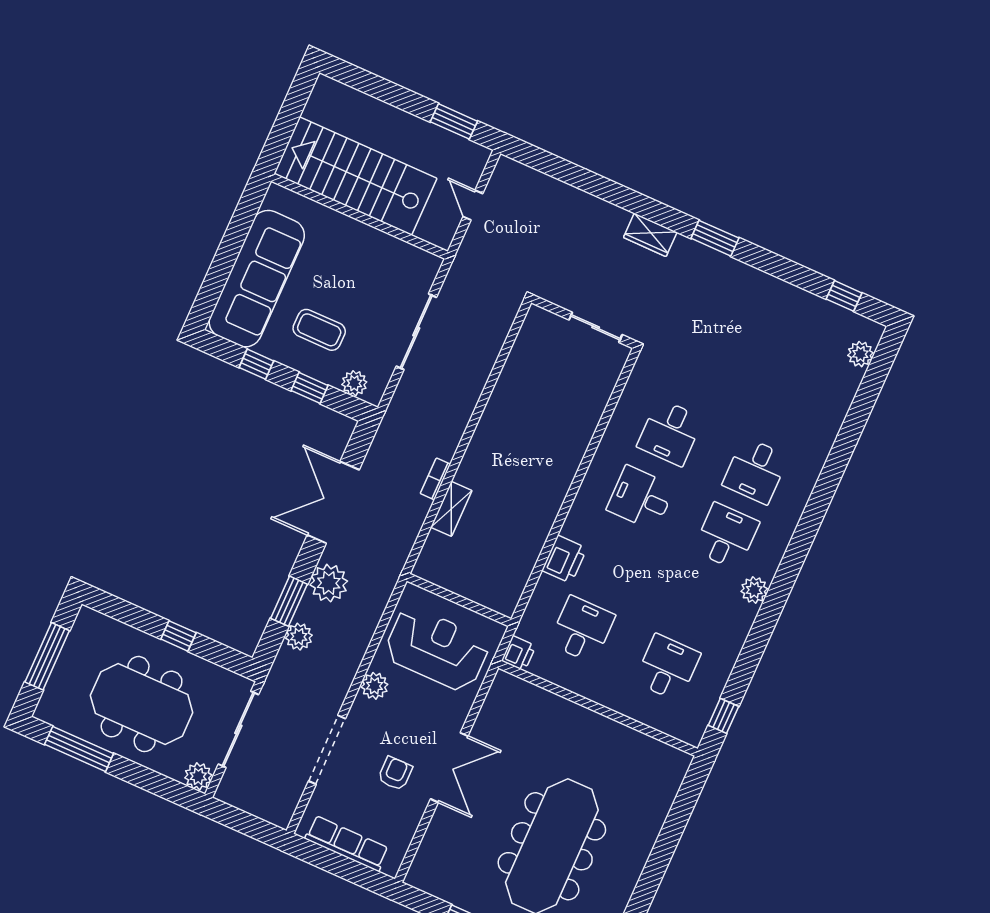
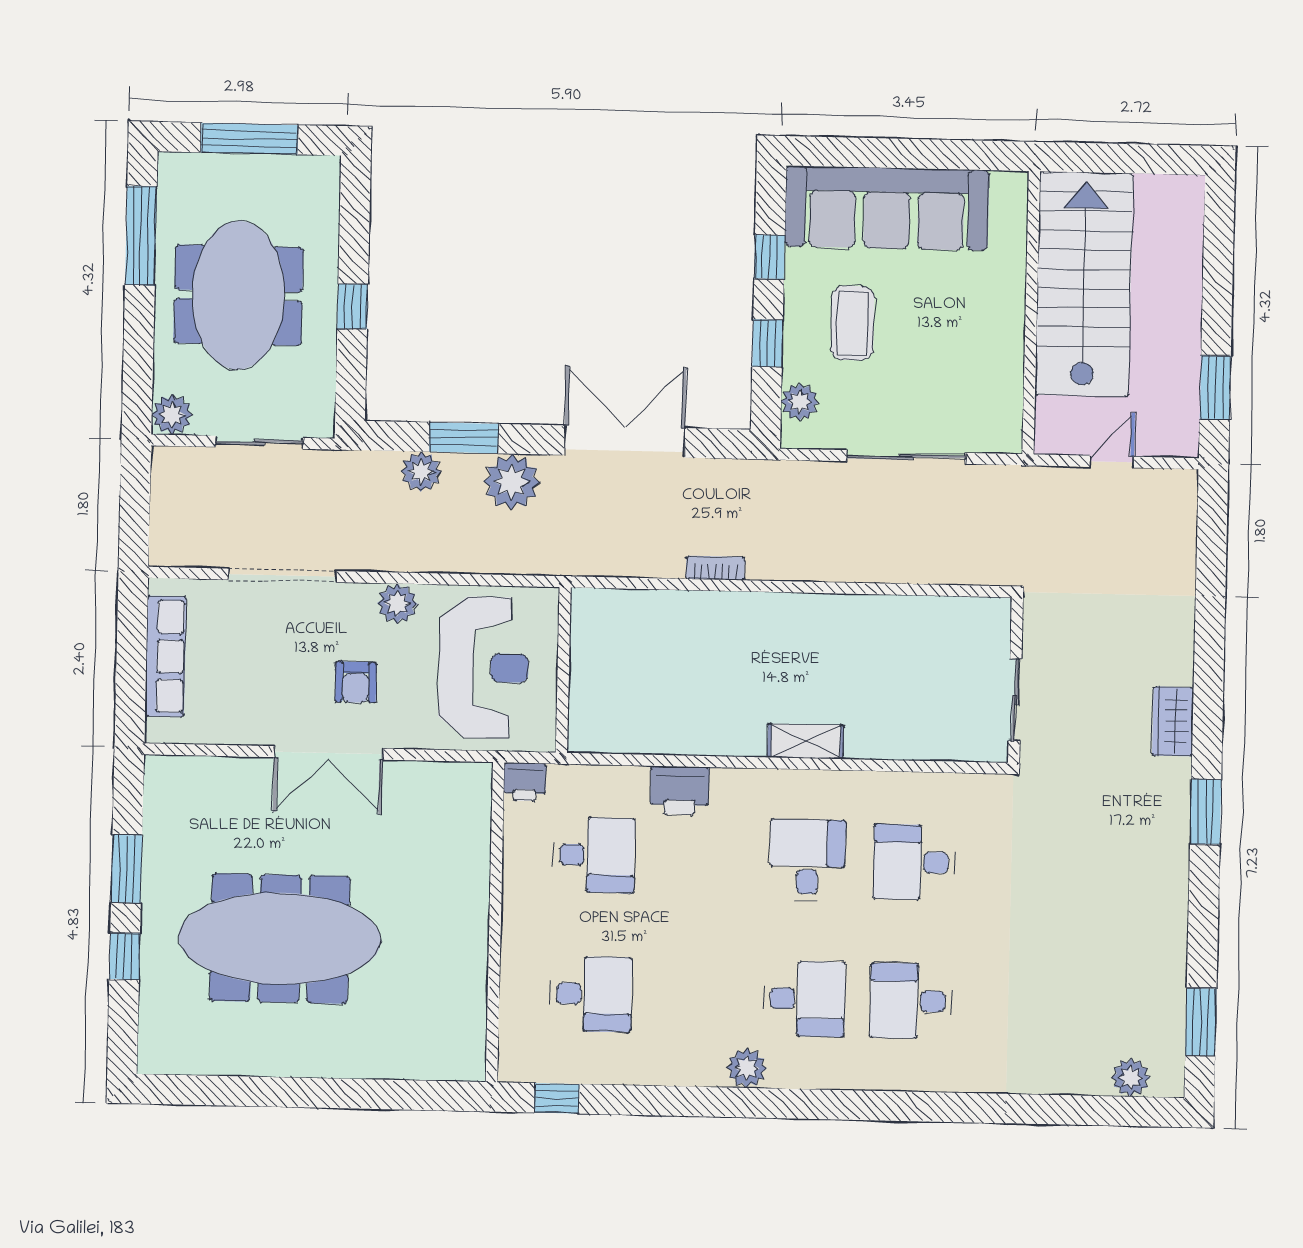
window: (844, 296) -> (1201, 1022), width x1.50
shelving: (451, 509) -> (806, 741), moved
sliding door: (238, 729) -> (259, 442), width x0.73
armchair: (395, 773) -> (356, 682), moved, turned 90

